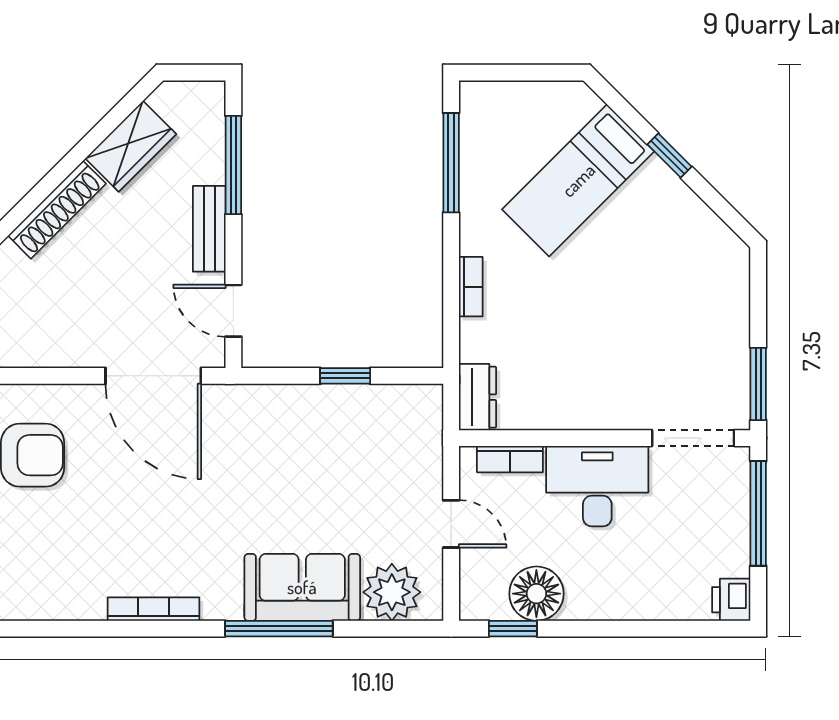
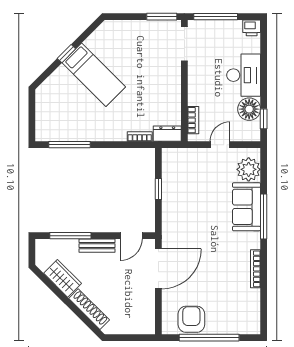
bed: (578, 180) -> (94, 75), moved
bookcase: (471, 287) -> (140, 137), moved
desk: (597, 486) -> (244, 75), moved, turned 180

